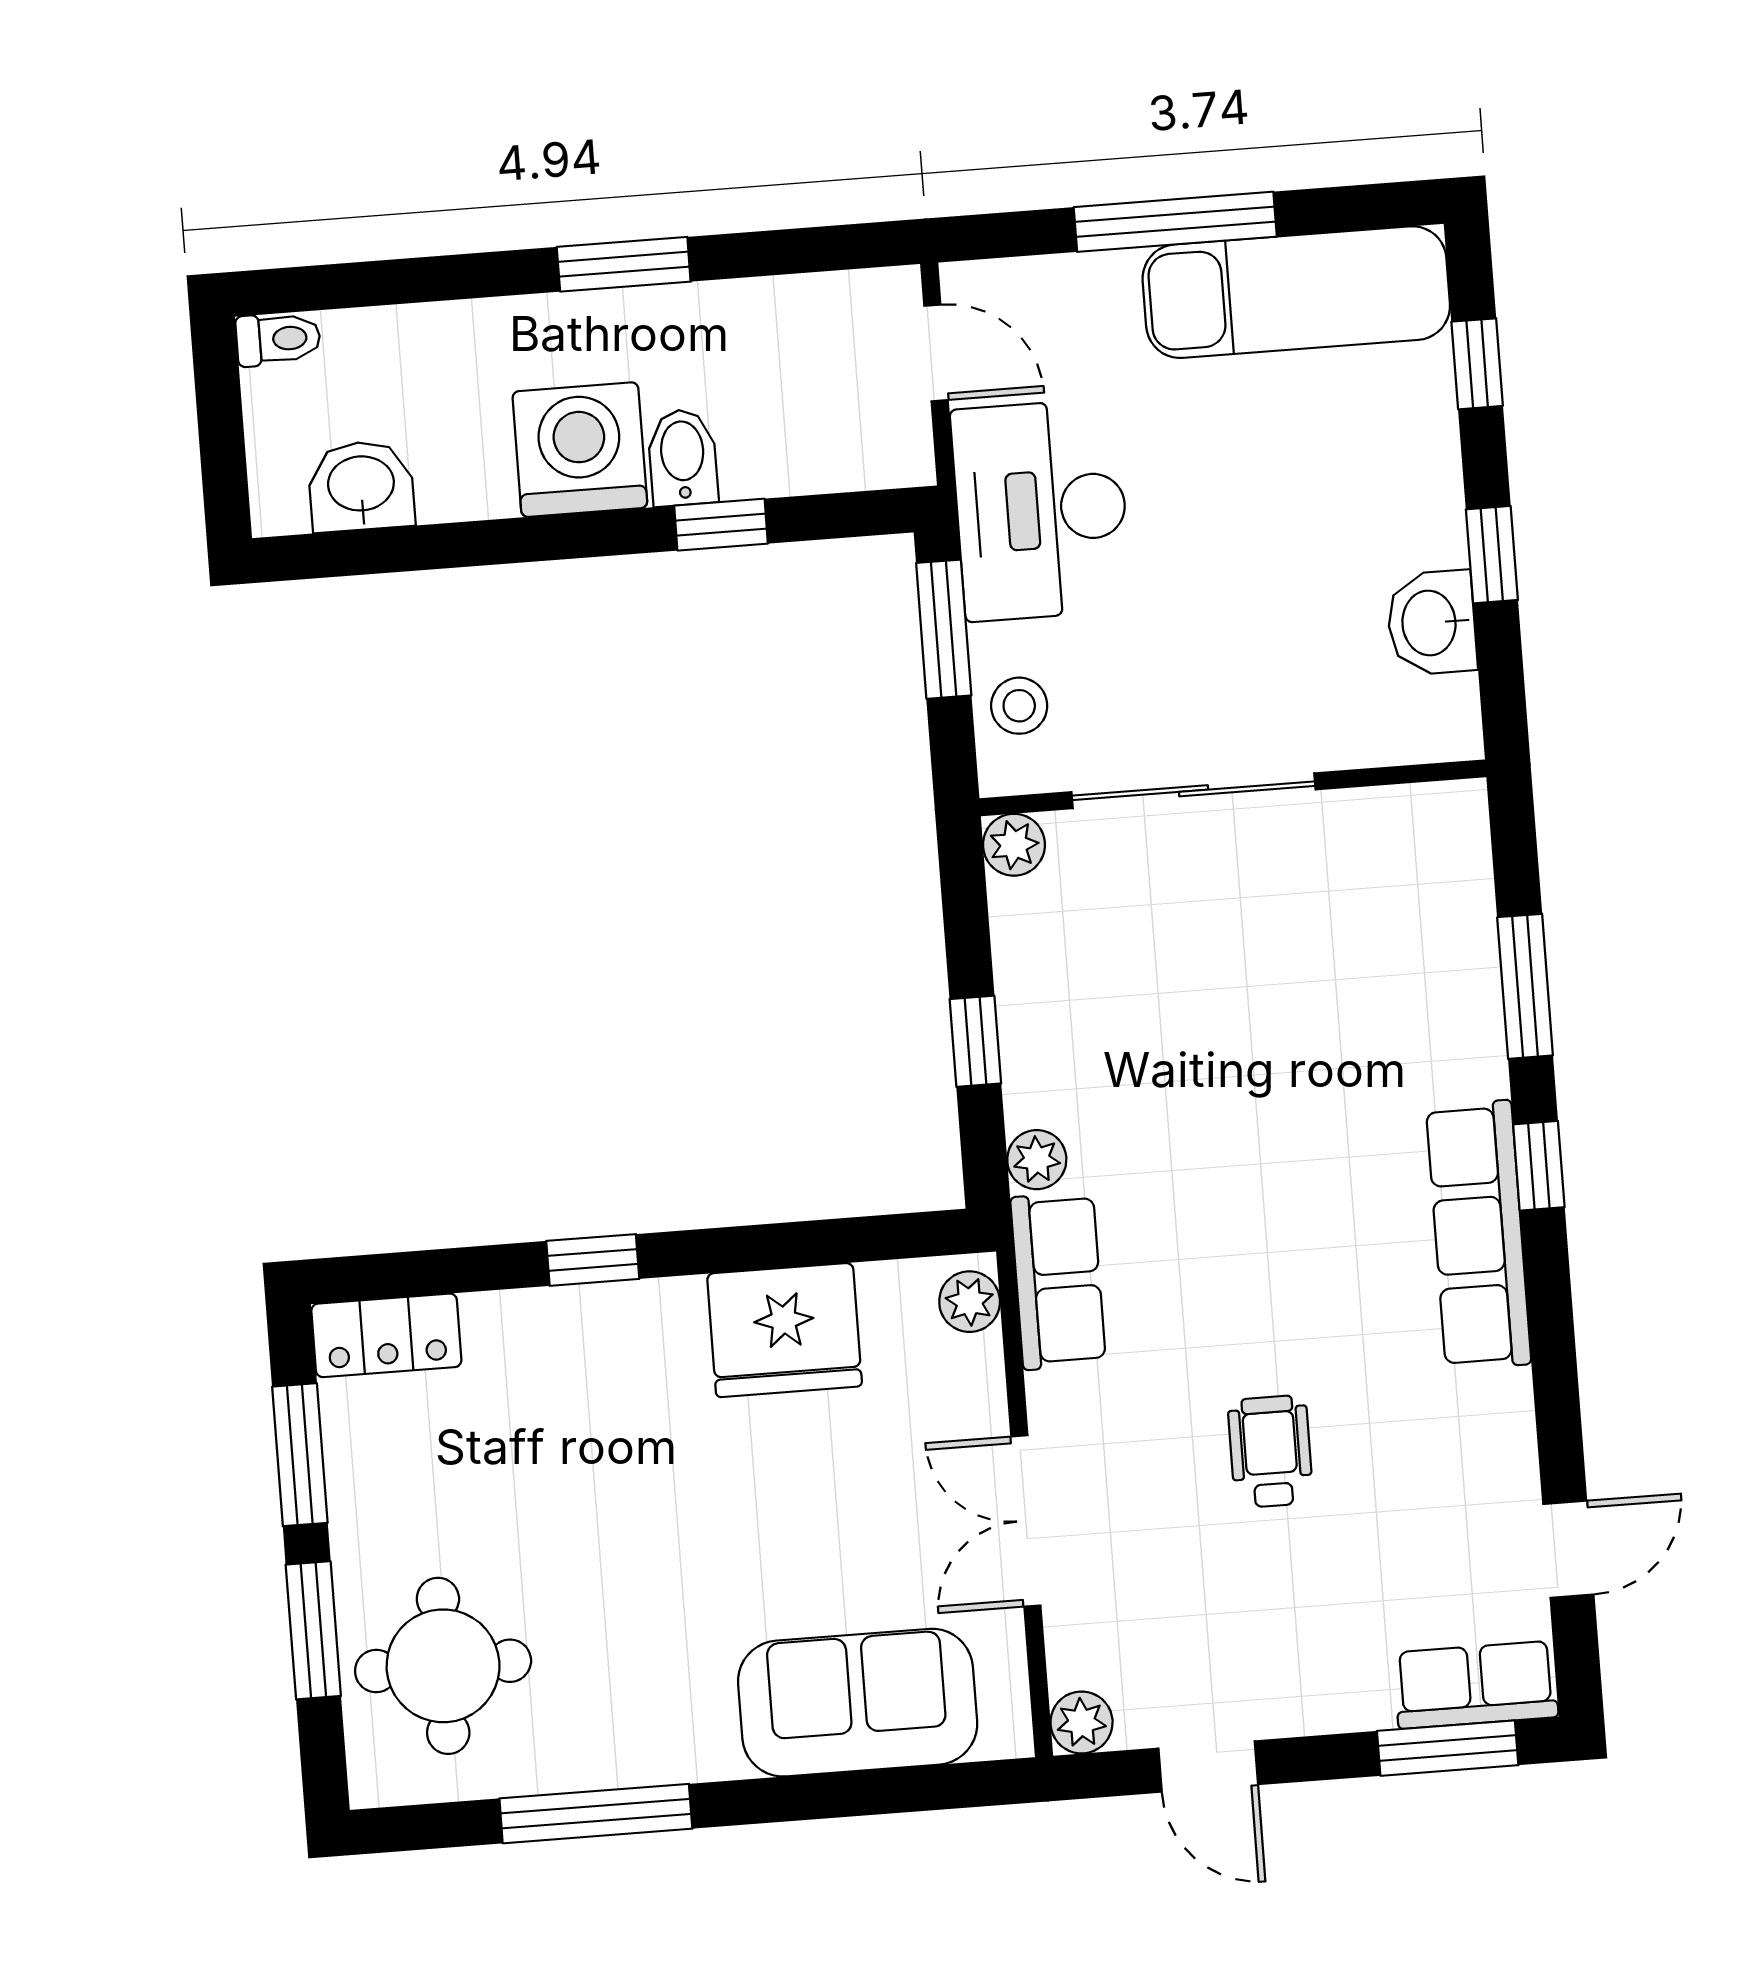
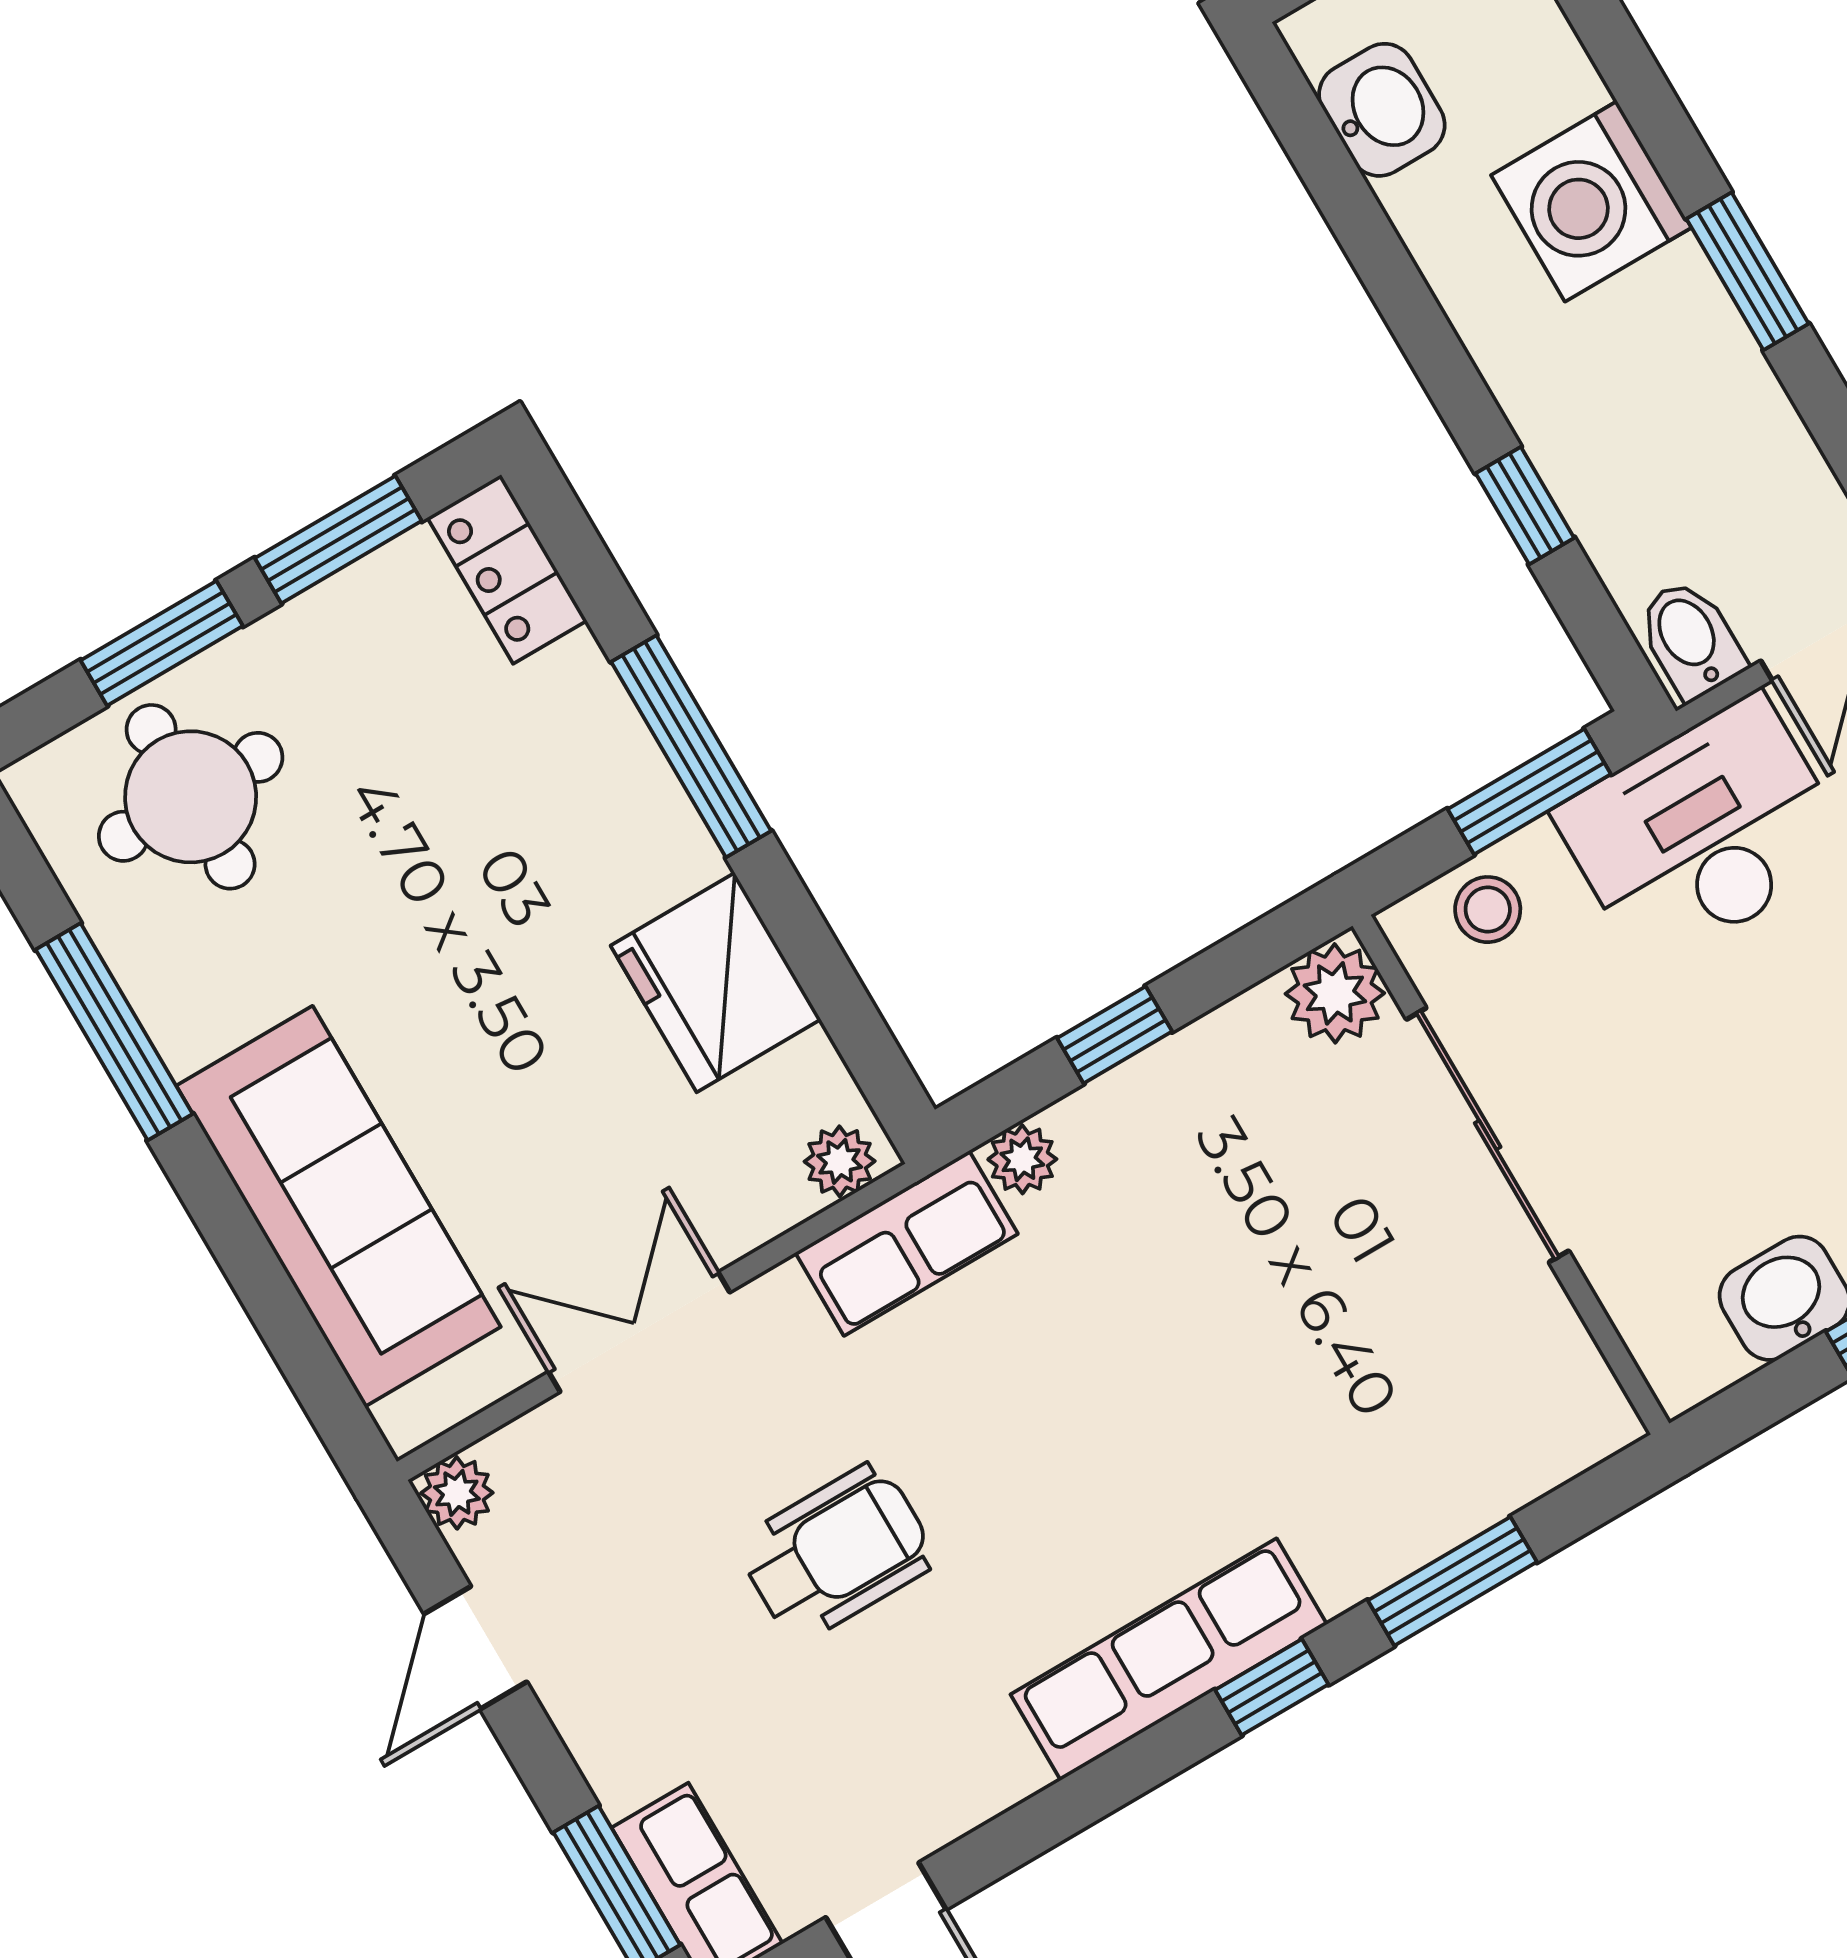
washing machine: (580, 450) -> (1591, 201), moved, turned 180
bidet: (683, 457) -> (1690, 639), moved, turned -90
plant: (1014, 845) -> (1335, 993), width x1.38, depth x1.38
window: (593, 1260) -> (691, 746), width x2.17
wheelchair: (1270, 1452) -> (836, 1552), width x1.36, depth x1.37
sofa: (858, 1703) -> (339, 1206), width x1.36

